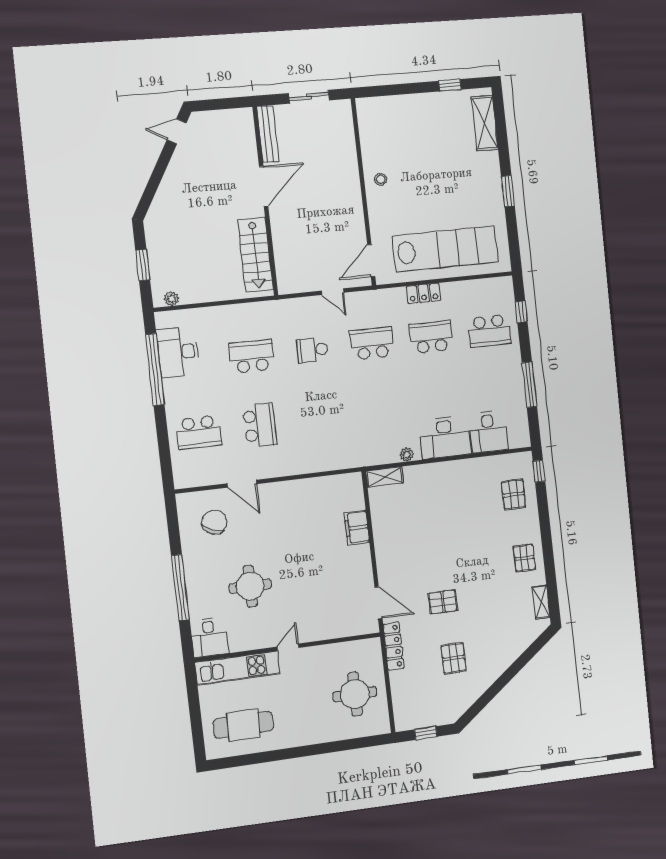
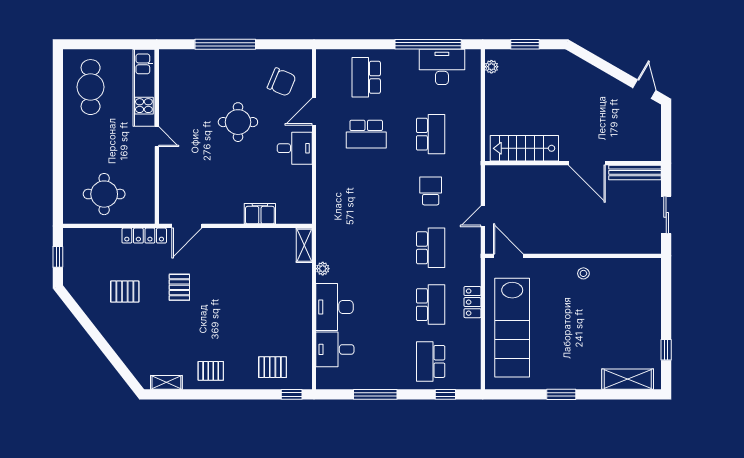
round table: (250, 586) -> (238, 122), moved
desk: (209, 637) -> (295, 148), moved, turned 180

